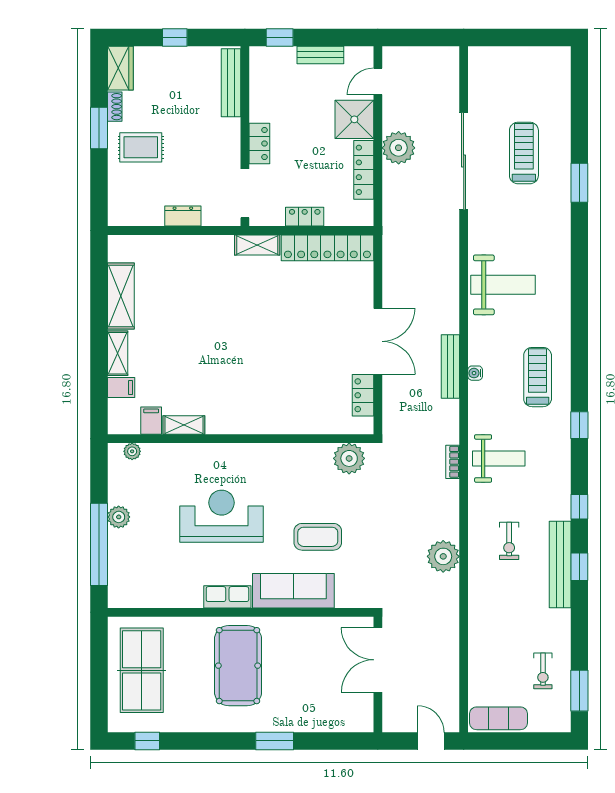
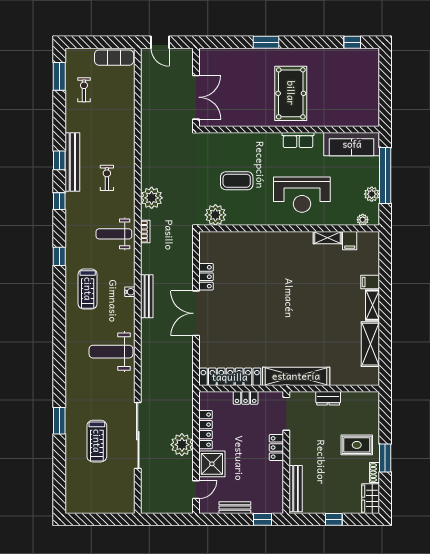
shelving: (257, 245) -> (296, 376), width x2.20, depth x1.33
filing cabinet: (151, 421) -> (350, 241), moved
shelving: (184, 425) -> (327, 238), moved
wall: (241, 439) -> (289, 228), moved
plant: (132, 451) -> (363, 220), moved
plant: (349, 458) -> (215, 215), moved
plant: (443, 556) -> (152, 198), moved
sofa: (293, 591) -> (352, 144), moved
table tennis table: (142, 670) -> (356, 90), removed

